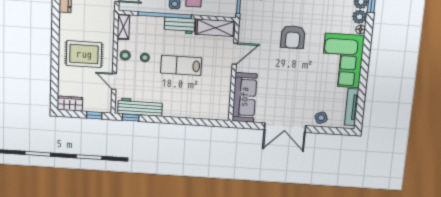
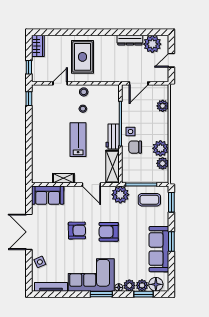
plant: (250, 21) -> (120, 195), added
shelving: (123, 27) -> (63, 178), moved
window: (366, 50) -> (101, 294), added
armchair: (288, 74) -> (77, 231), added
sofa: (244, 97) -> (48, 195), width x0.73
workbench: (140, 107) -> (39, 106), removed

